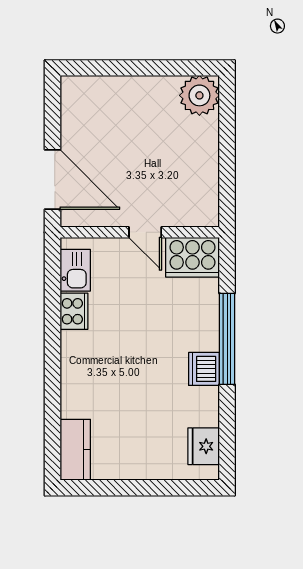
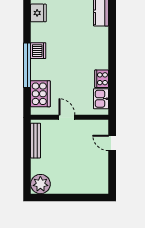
door: (52, 180) -> (112, 143), width x0.53
bench: (209, 184) -> (36, 141), added
cooker: (192, 257) -> (40, 94), moved, turned 90

